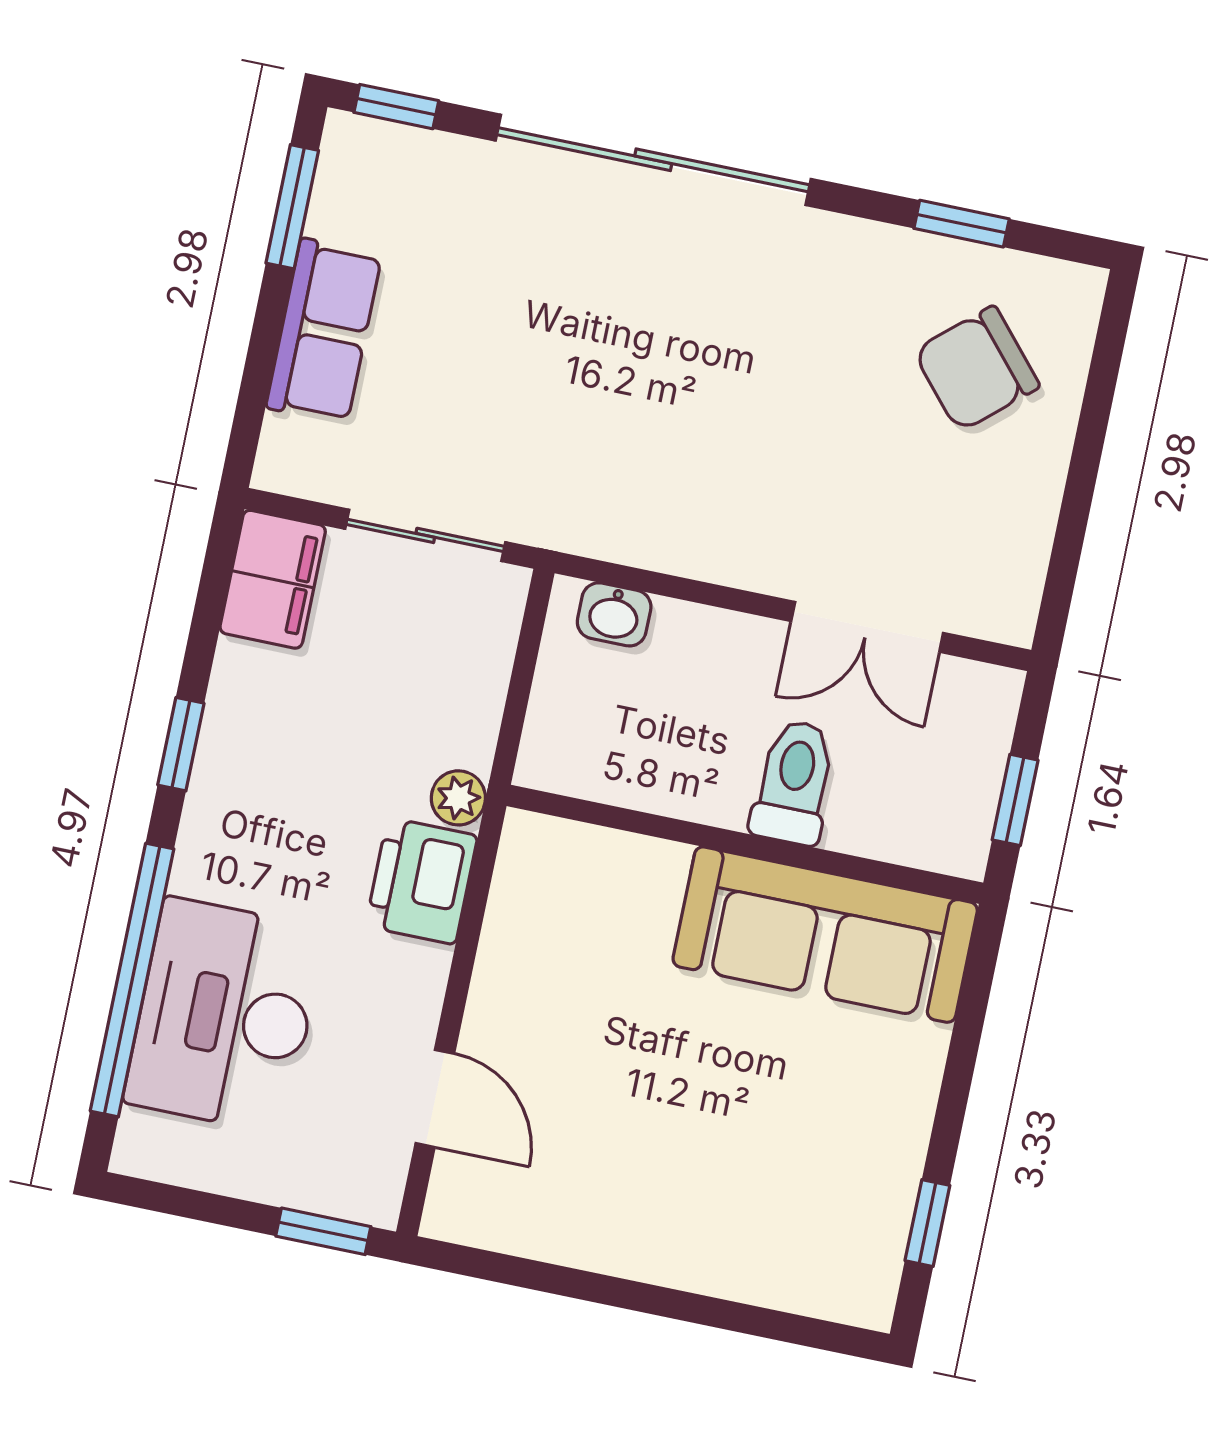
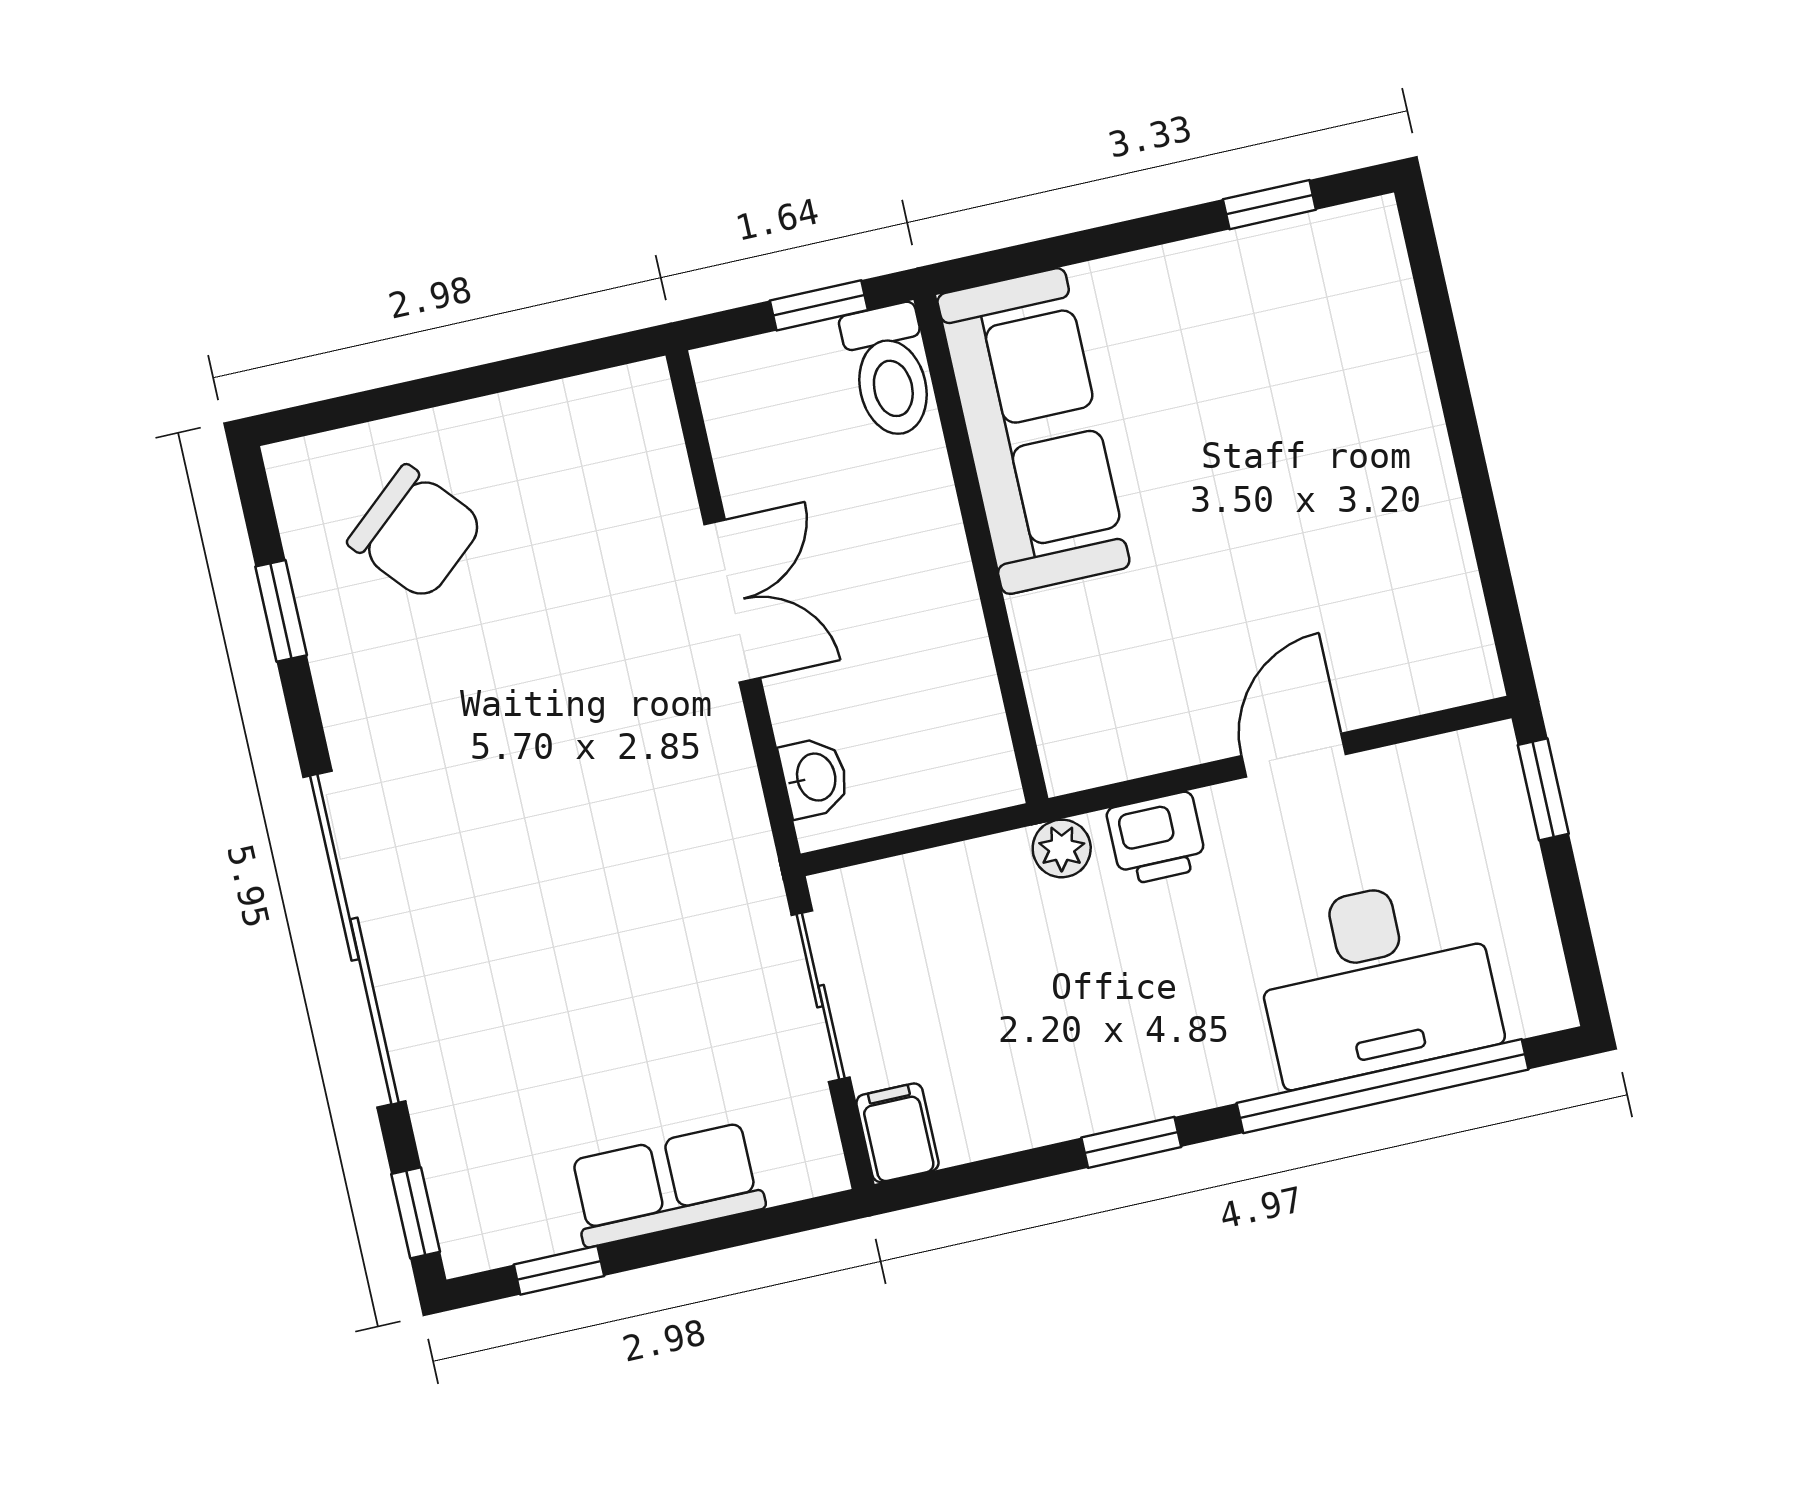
window: (292, 207) -> (559, 1270), width x0.67
filing cabinet: (273, 579) -> (897, 1133), width x0.50
double door: (867, 627) -> (732, 601), moved
toilet: (794, 782) -> (889, 371), moved, turned -90
printer: (422, 881) -> (1157, 838), width x0.73, depth x0.81
door: (435, 1098) -> (1294, 755), moved

